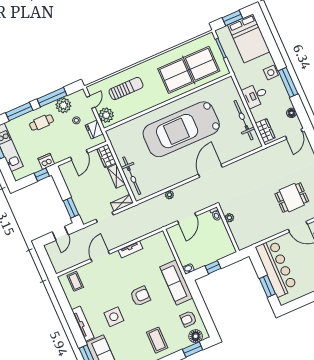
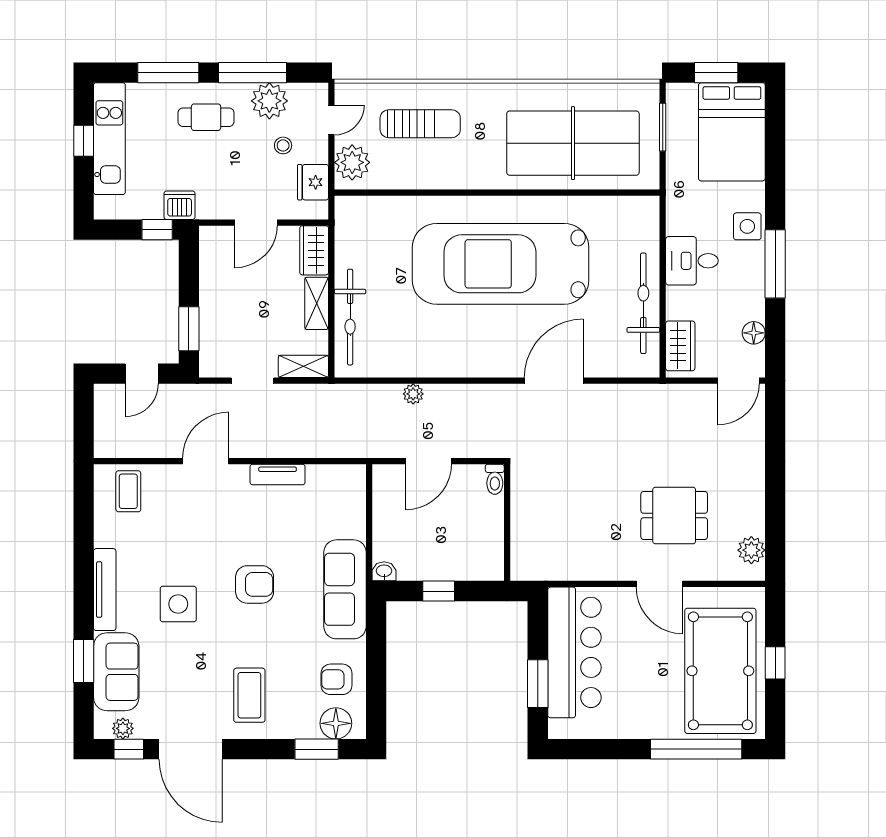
door: (210, 171) -> (554, 381), moved
plant: (229, 218) -> (521, 500), removed

